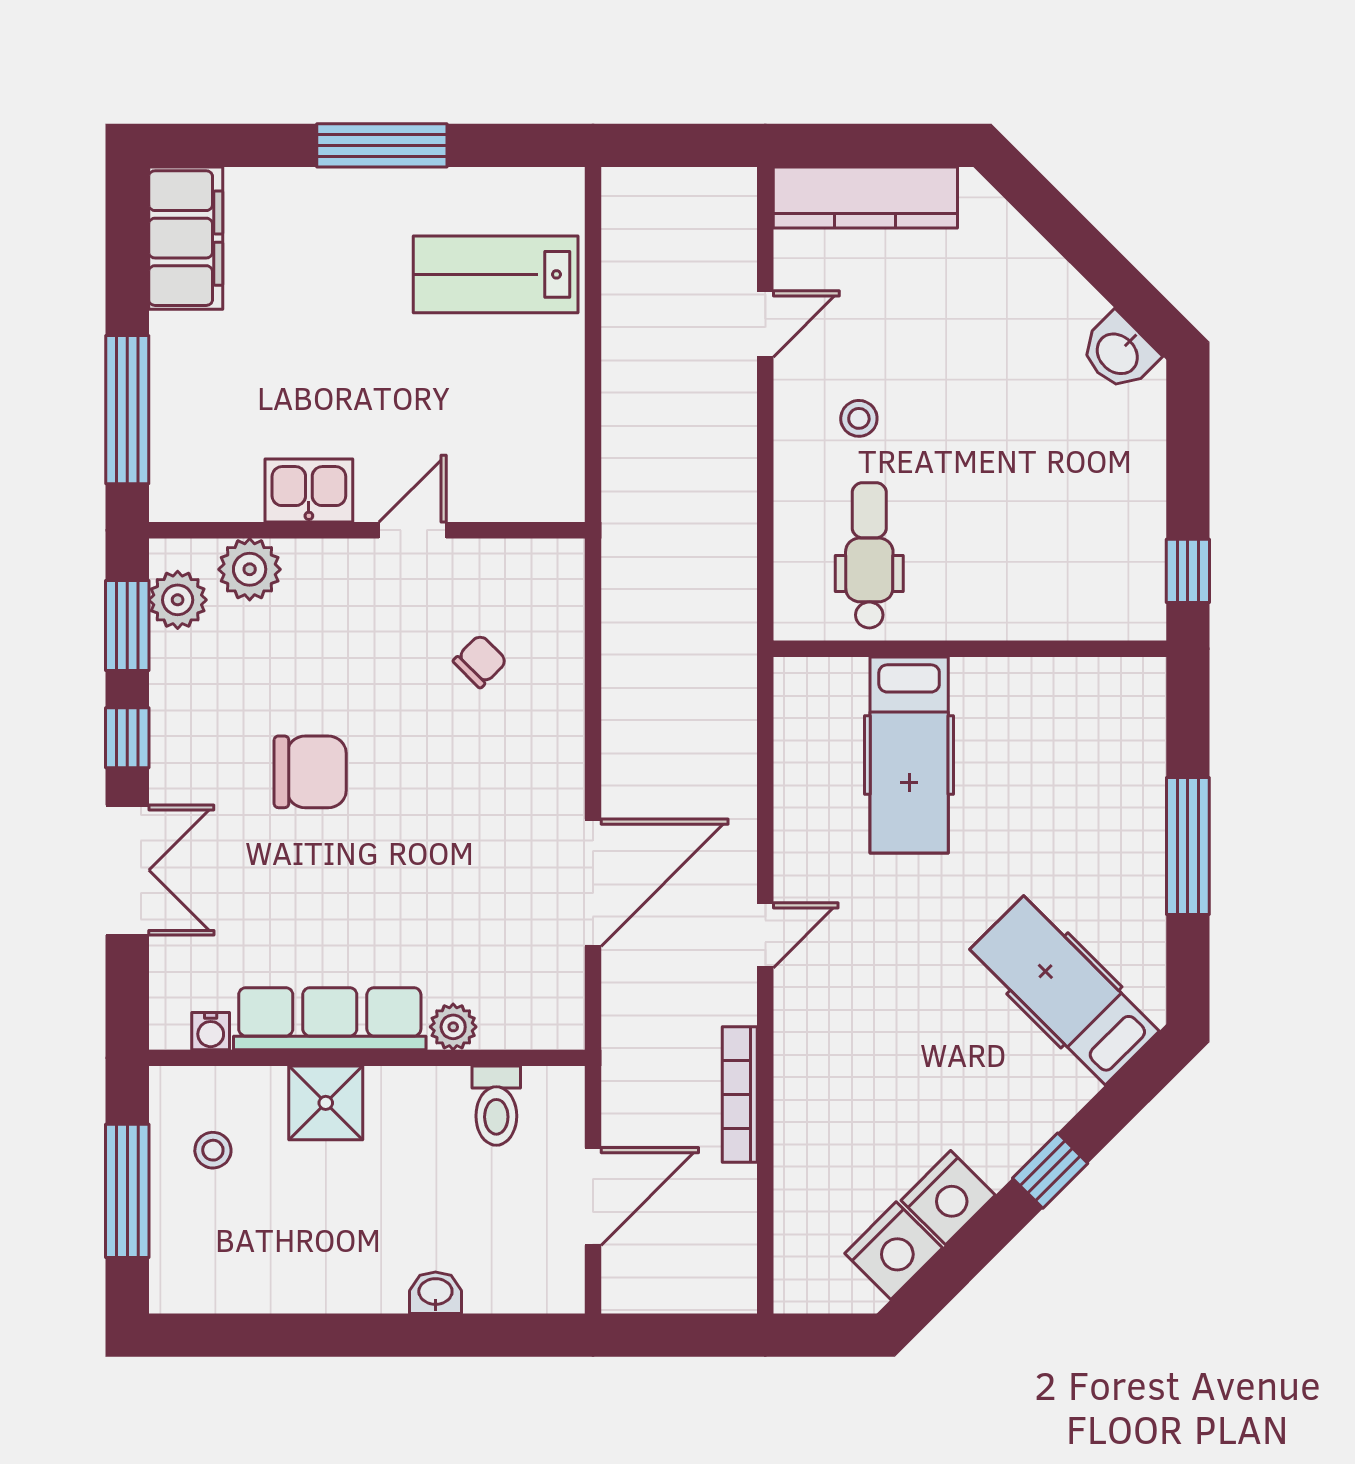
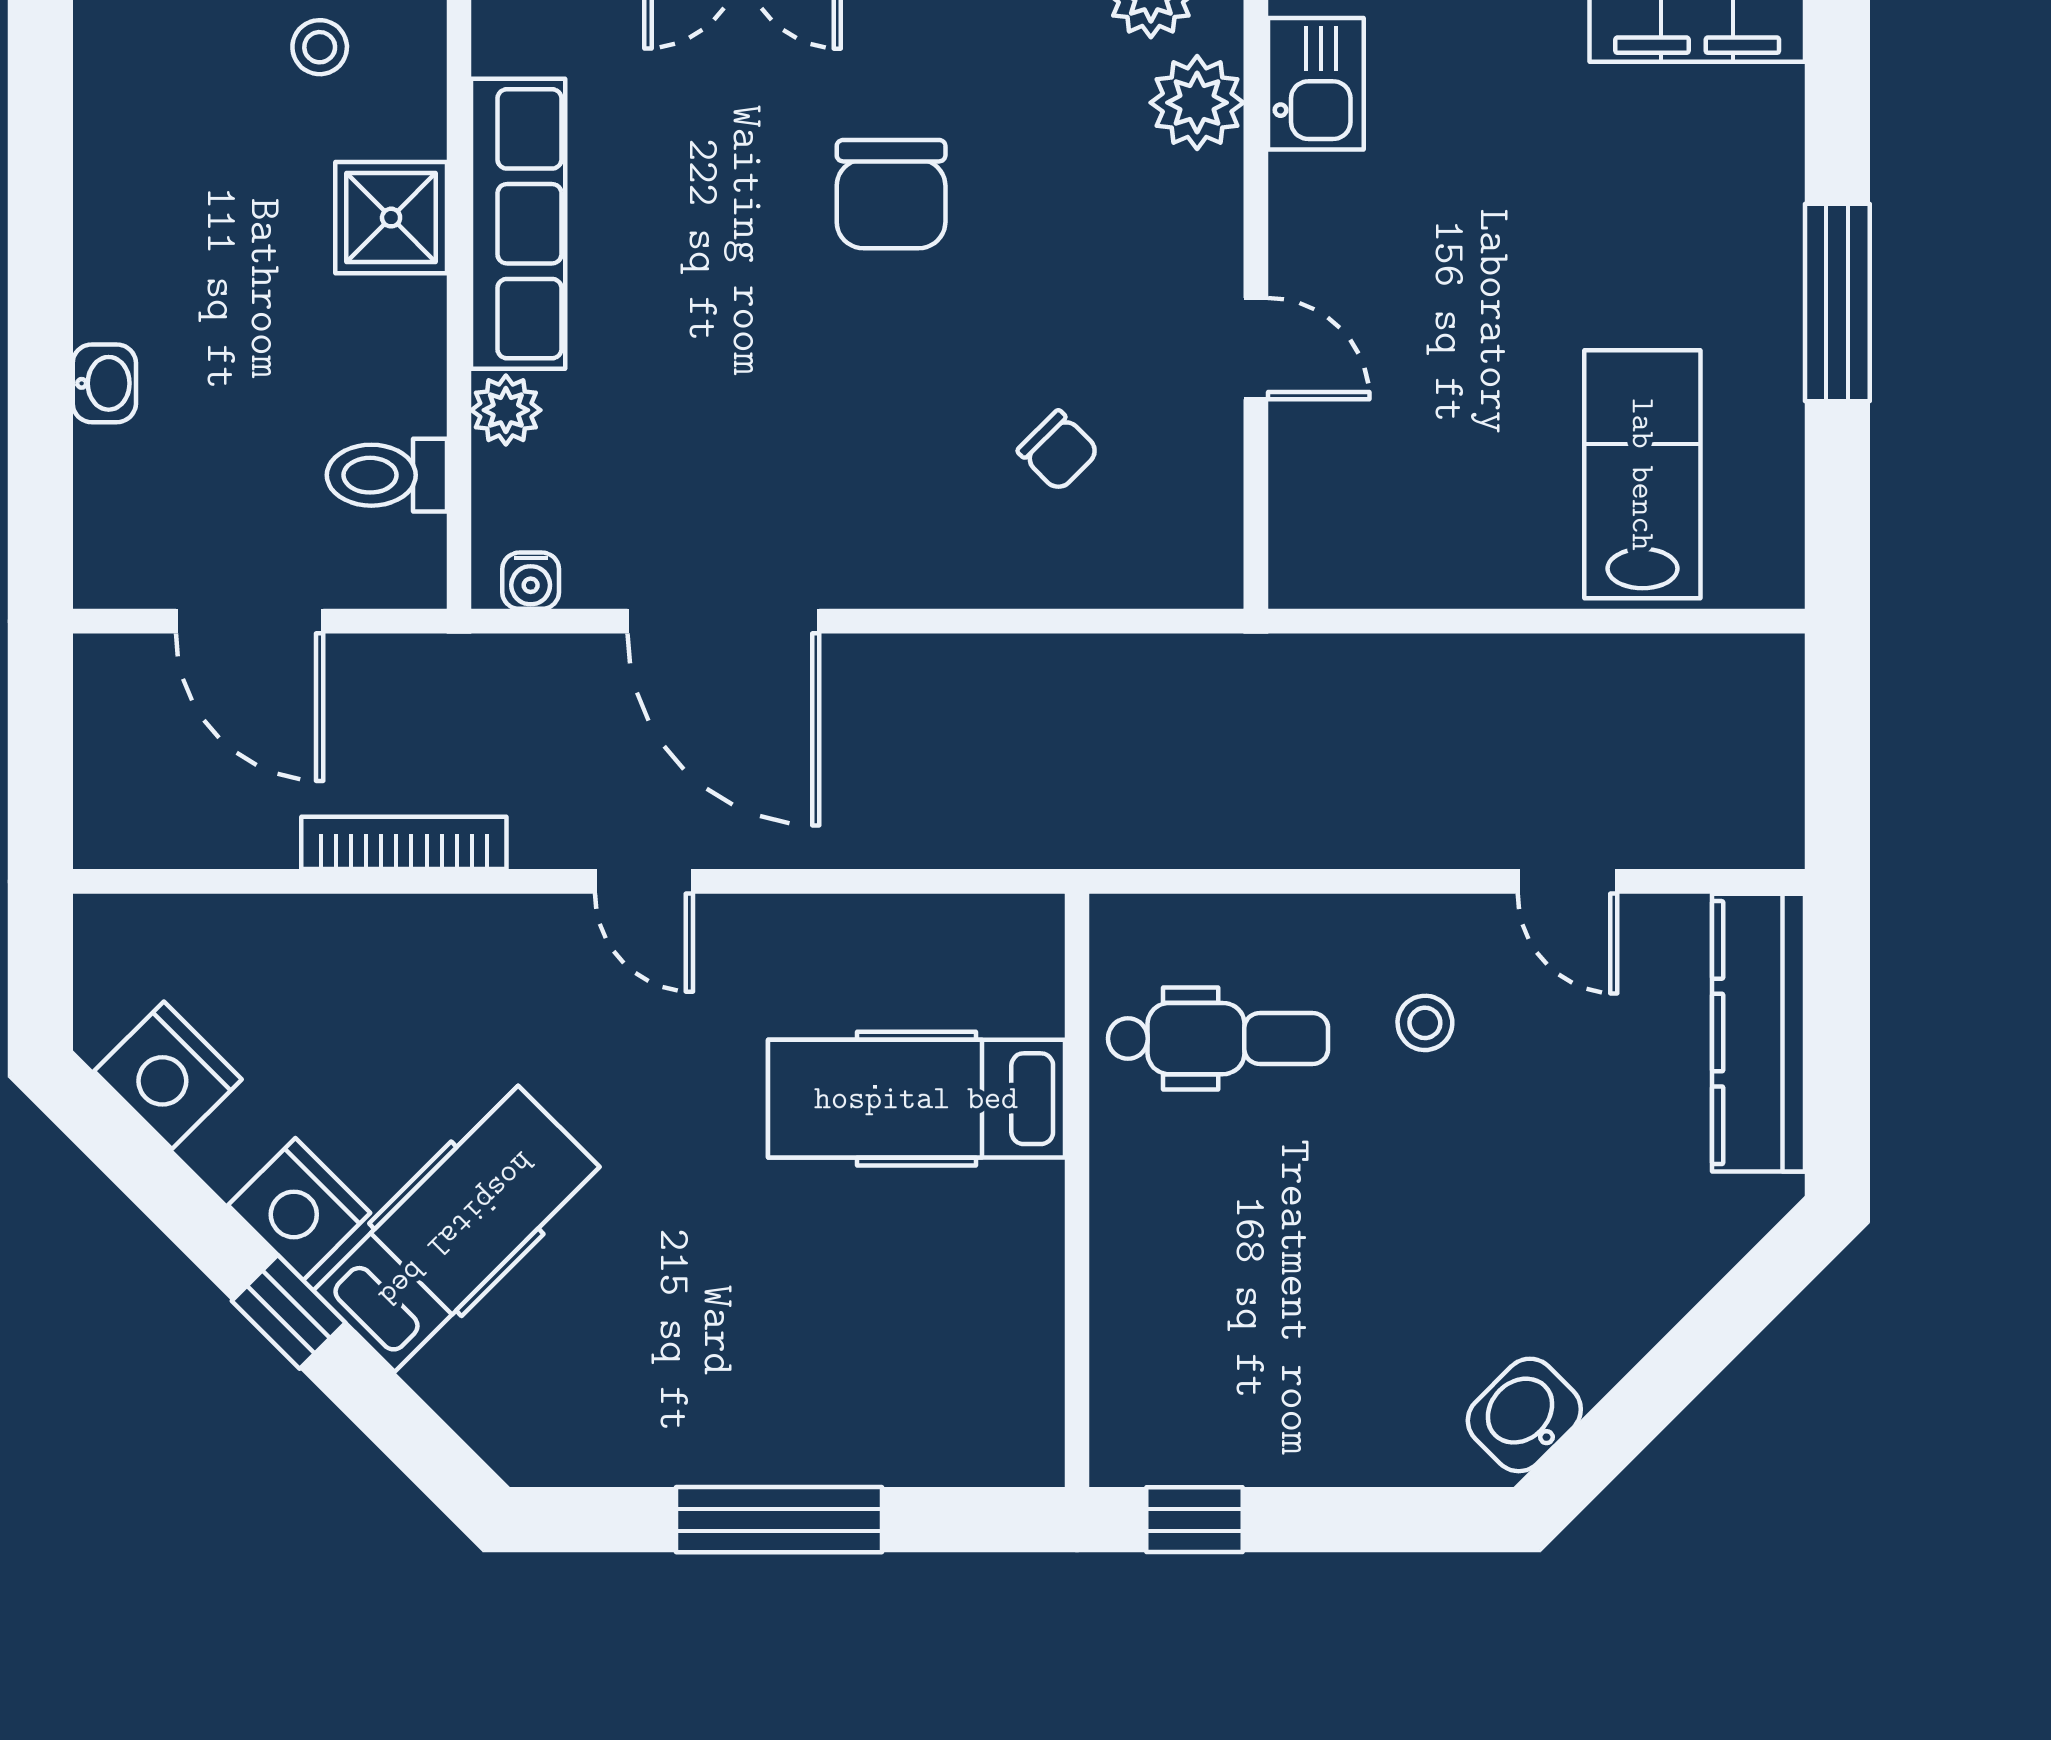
kitchen sink: (309, 491) -> (1316, 84), moved
hospital bed: (1064, 990) -> (456, 1229), moved
water cooler: (211, 1031) -> (531, 581), moved, turned -90
nightstand: (948, 1198) -> (299, 1209), moved

